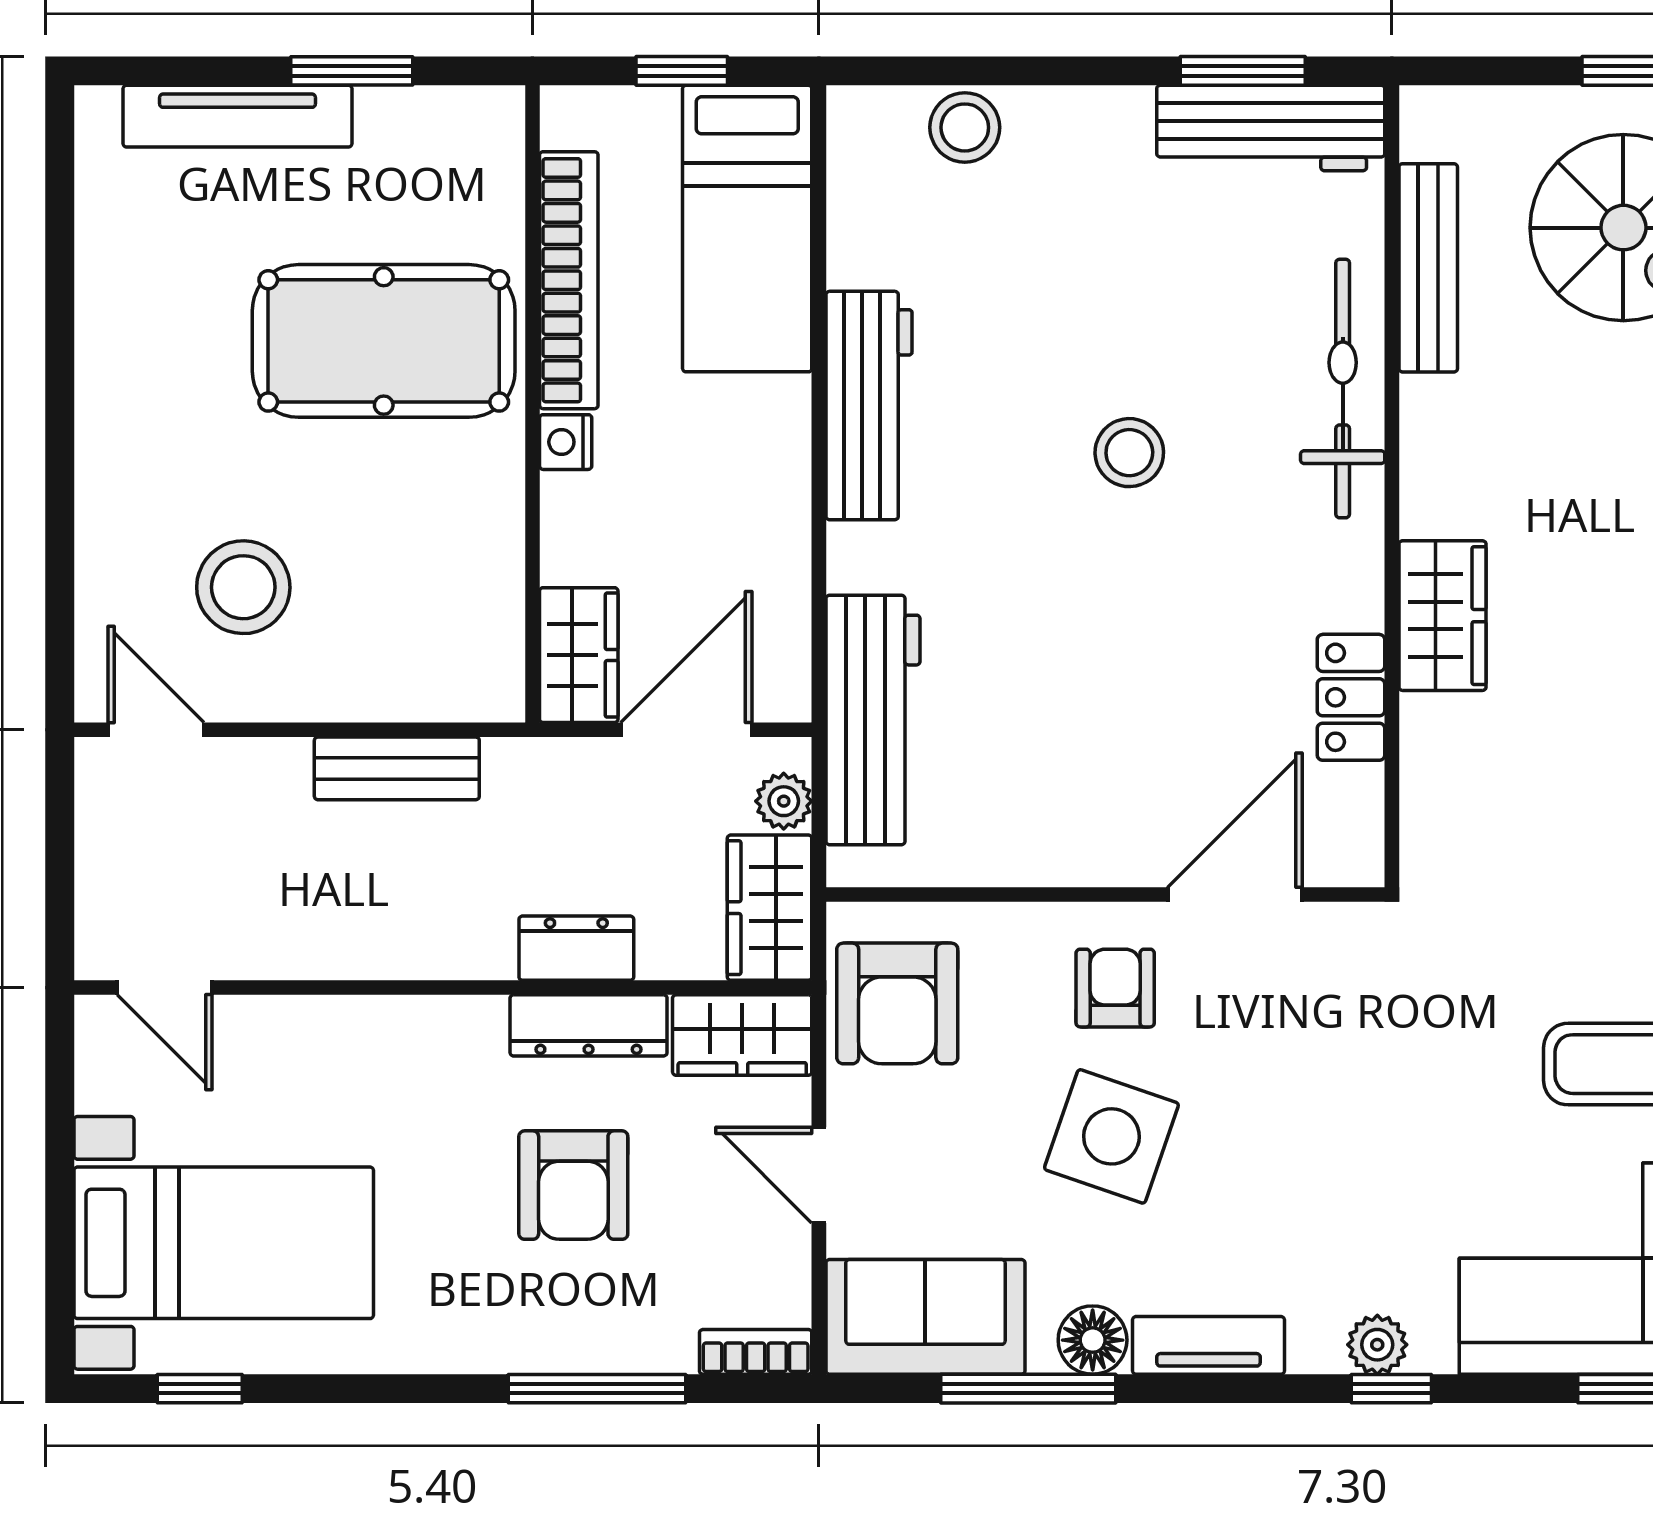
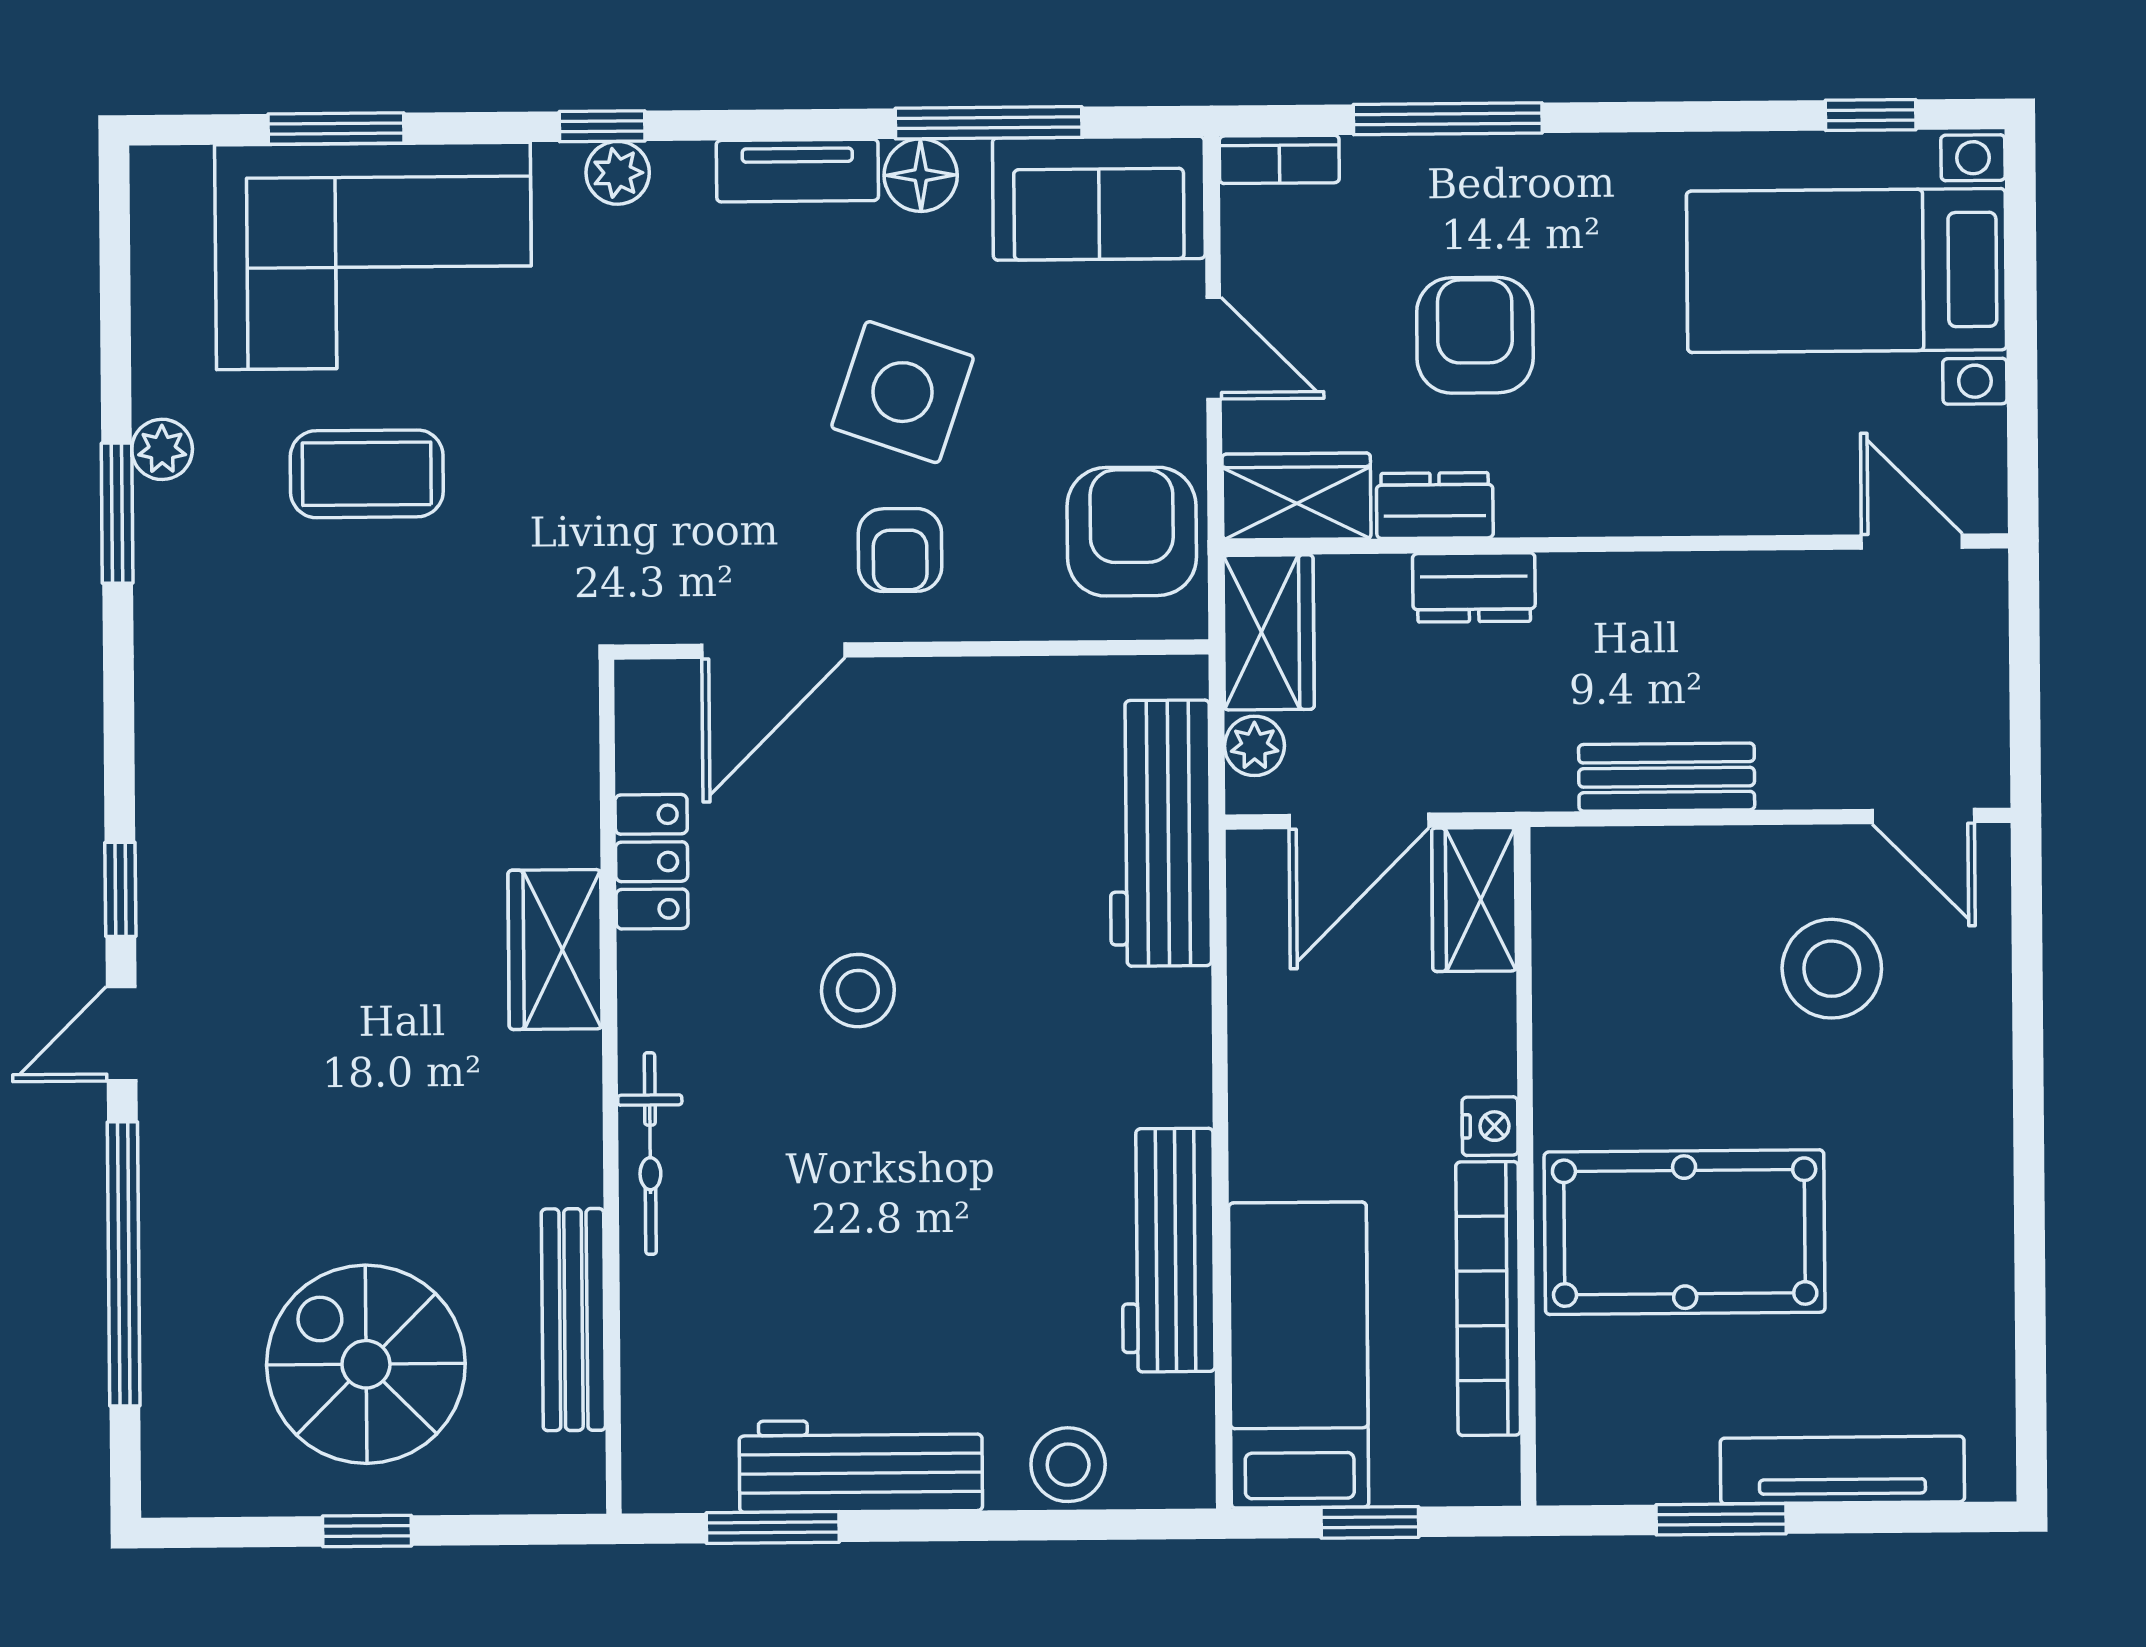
workbench: (1271, 128) -> (861, 1466), moved
bicycle: (1343, 389) -> (650, 1153), width x0.73, depth x0.71
workbench: (869, 406) -> (1168, 1250), moved
stool: (1129, 453) -> (858, 991), moved
dresser: (589, 1025) -> (1435, 506), width x0.70

